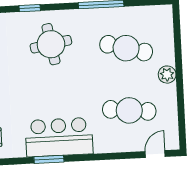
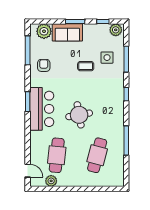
round table: (51, 44) -> (79, 115), moved
plant: (167, 75) -> (51, 181), moved

